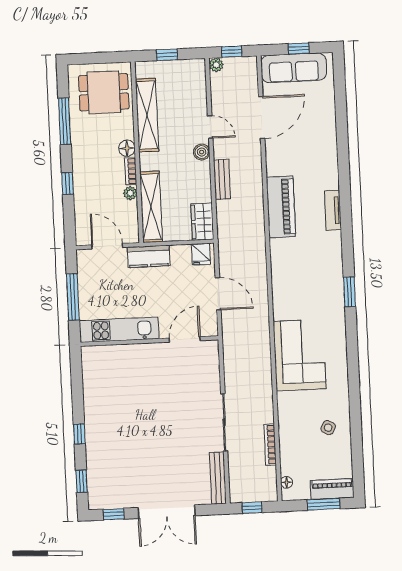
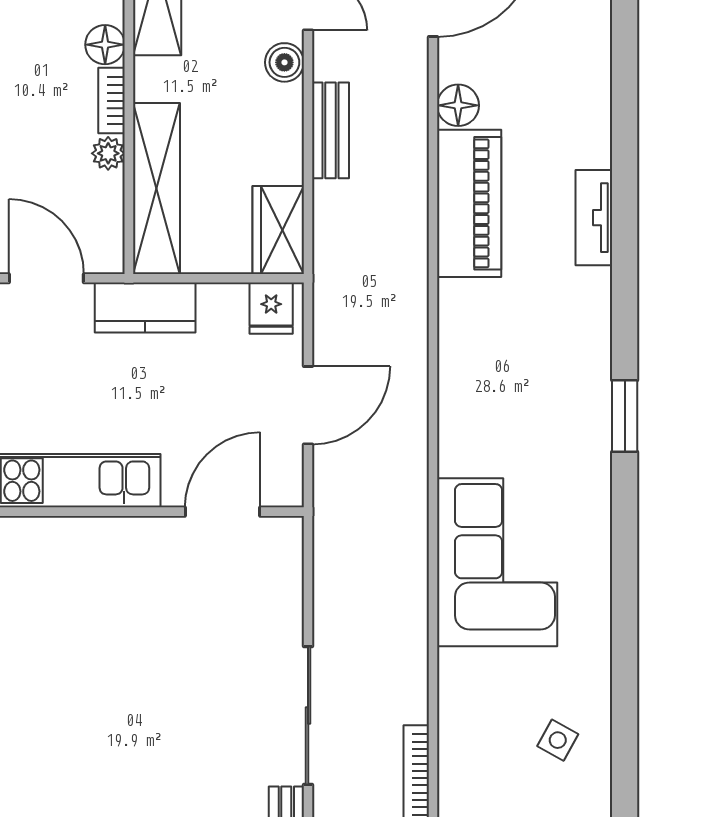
floor lamp: (274, 166) -> (458, 105), added
door: (218, 294) -> (308, 405), hinge flipped

